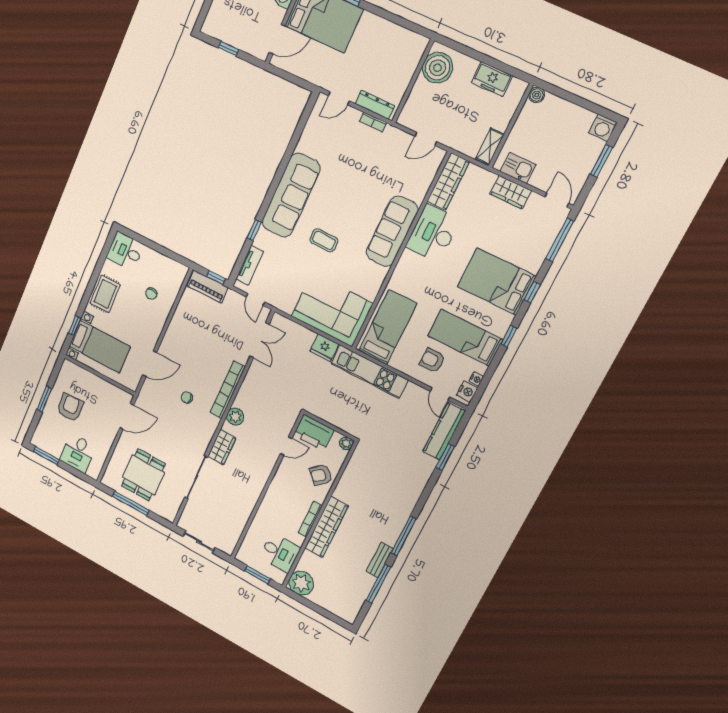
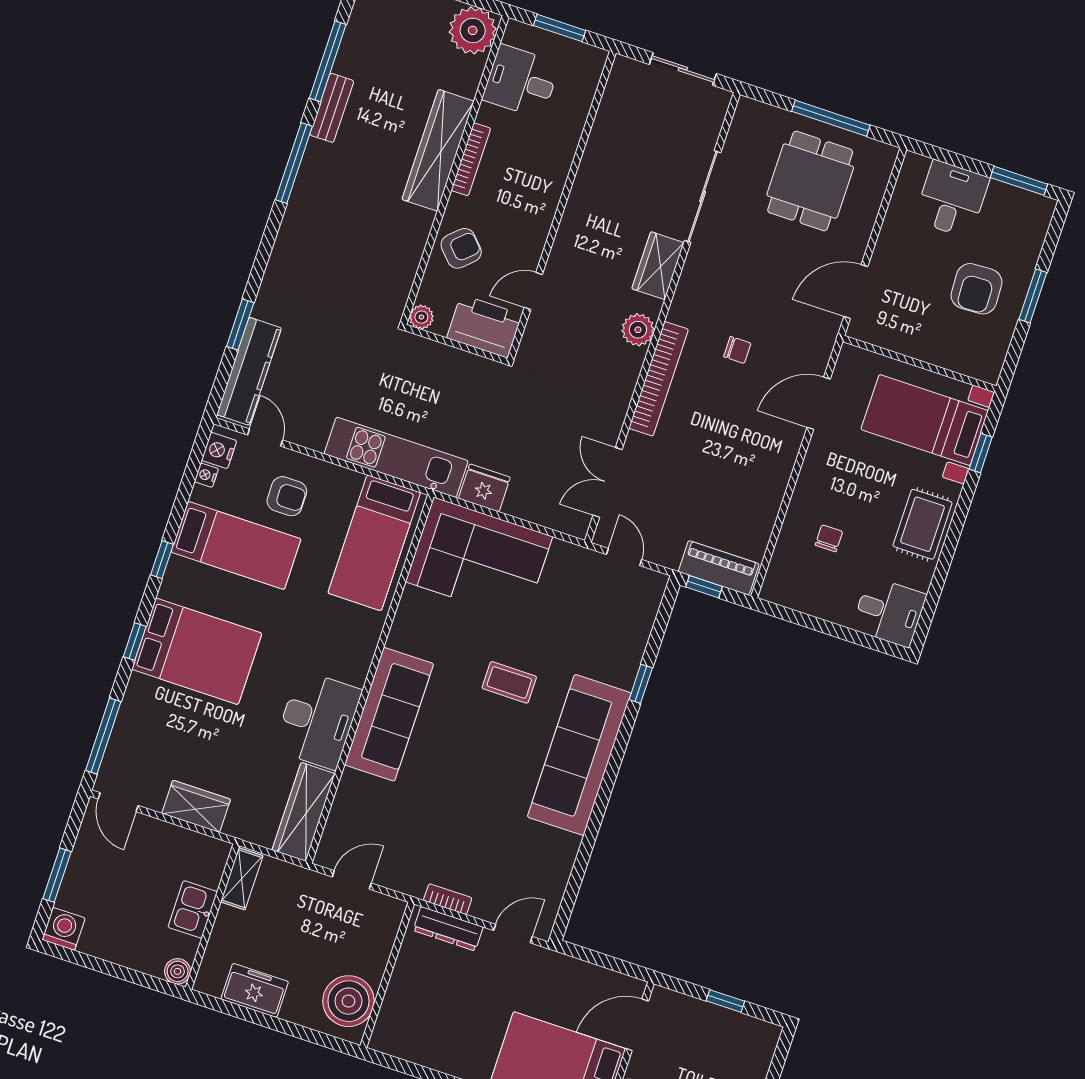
kitchen sink: (518, 168) -> (193, 909), moved, turned 90
tv unit: (250, 265) -> (642, 618), removed

